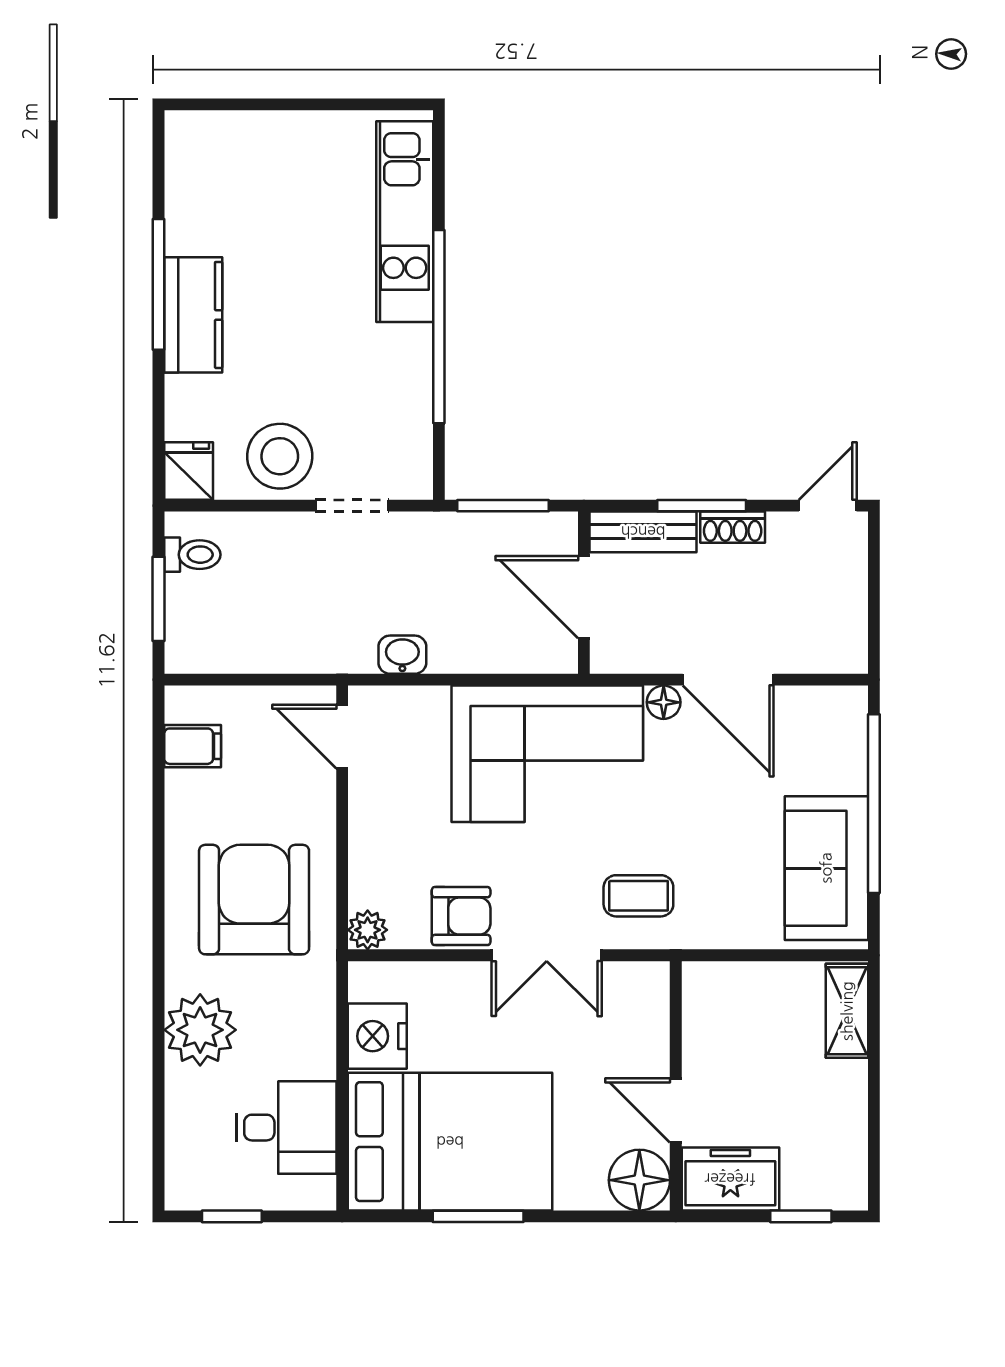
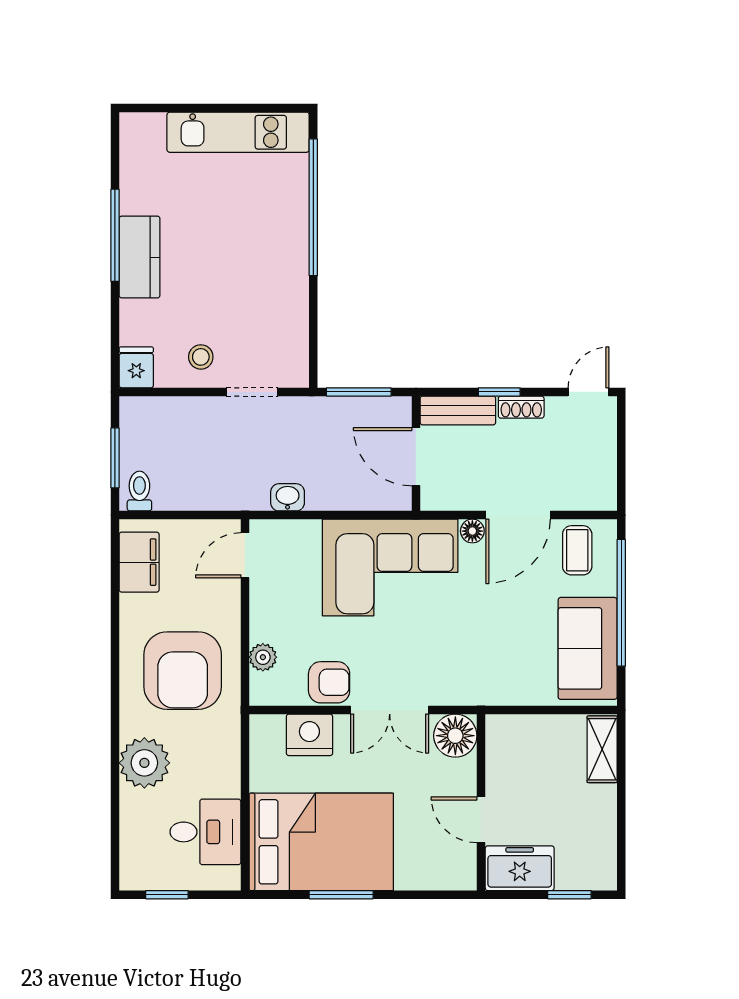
kitchen unit: (405, 222) -> (238, 132), moved, turned -90
window: (439, 327) -> (313, 207), moved
stool: (280, 456) -> (201, 357), width x0.53, depth x0.53
window: (702, 506) -> (499, 392), width x0.67
toilet: (192, 555) -> (139, 491), moved, turned -90
door: (728, 680) -> (518, 515), hinge flipped
door: (342, 737) -> (245, 555), hinge flipped
filing cabinet: (193, 746) -> (139, 562), width x2.00
coffee table: (638, 896) -> (577, 550), moved, turned 90
armchair: (254, 900) -> (183, 671), turned 180
plant: (368, 930) -> (263, 657), moved
nightstand: (377, 1036) -> (309, 735), moved, turned 90
floor lamp: (639, 1180) -> (455, 736), moved

